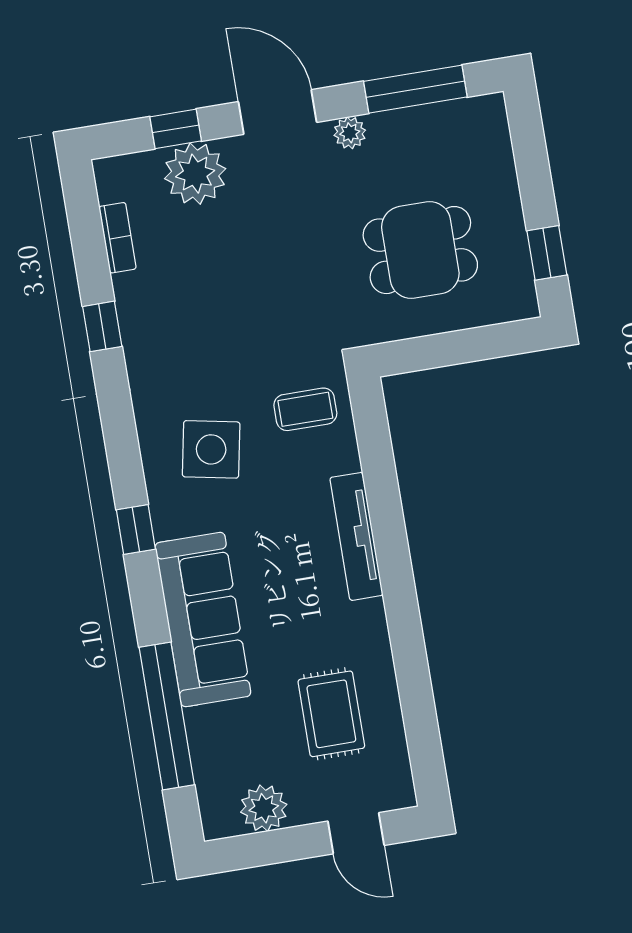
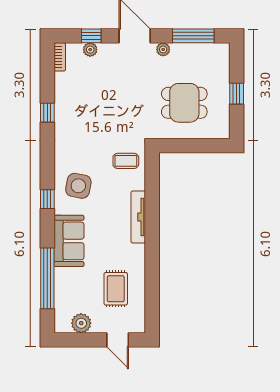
plant: (195, 174) -> (90, 50), width x0.53, depth x0.53
bookcase: (118, 238) -> (60, 57), moved
window: (547, 253) -> (237, 94), moved
side table: (211, 449) -> (78, 186), moved
sofa: (203, 620) -> (69, 241), width x0.73

